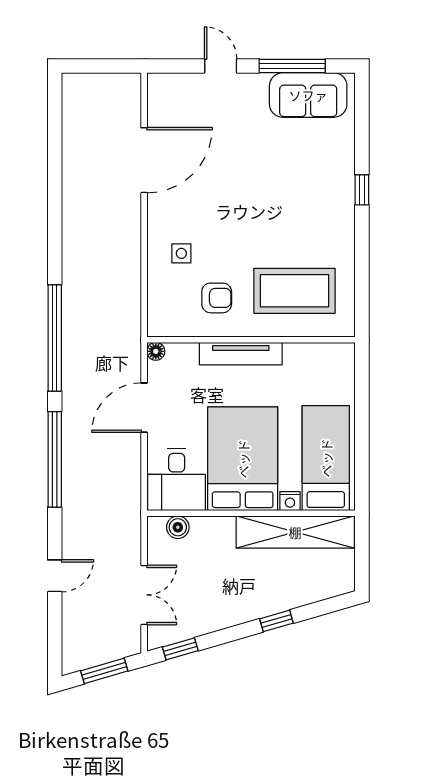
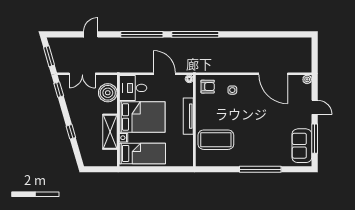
door: (221, 66) -> (315, 107), hinge flipped
plant: (157, 83) -> (307, 79), added
window: (362, 190) -> (260, 169), width x3.17
coffee table: (294, 291) -> (216, 140), turned 90
armchair: (217, 298) -> (208, 87), moved, turned -90
boiler: (178, 527) -> (108, 93), width x1.86, depth x1.86
shelving: (295, 532) -> (110, 132), width x0.68
door: (55, 576) -> (91, 34), swing flipped

